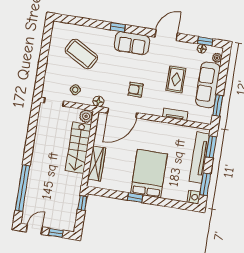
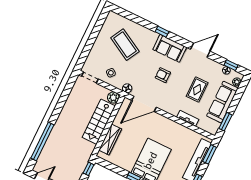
armchair: (136, 90) -> (163, 75), moved

